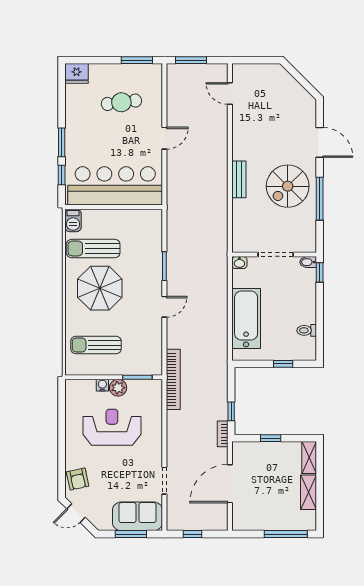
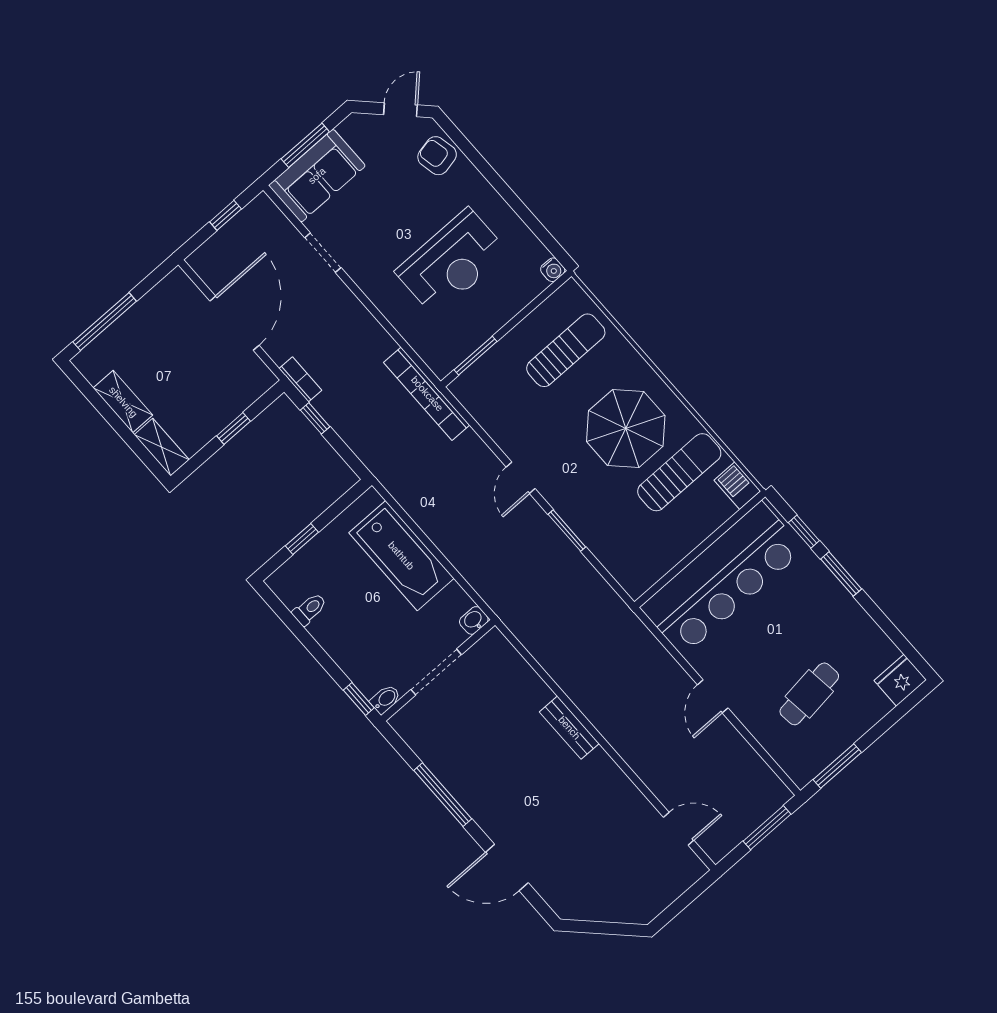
spiral stairs: (288, 186) -> (498, 774), removed
water cooler: (102, 385) -> (553, 270), moved
plant: (118, 388) -> (489, 320), removed

